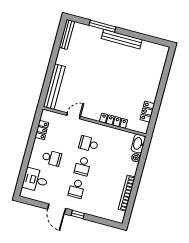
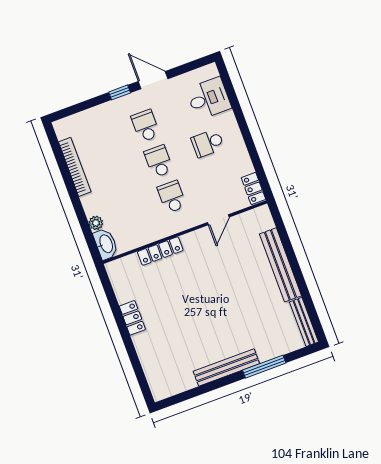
bench: (54, 87) -> (280, 265), moved
locker: (147, 112) -> (132, 318), moved
locker: (42, 130) -> (253, 189), moved
school desk: (89, 144) -> (172, 197), turned -90

